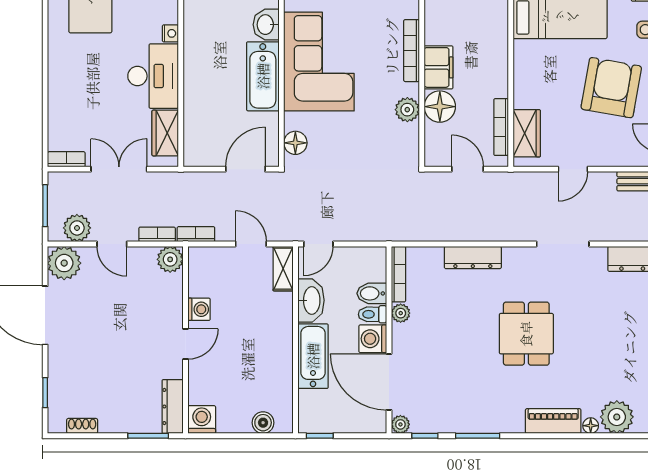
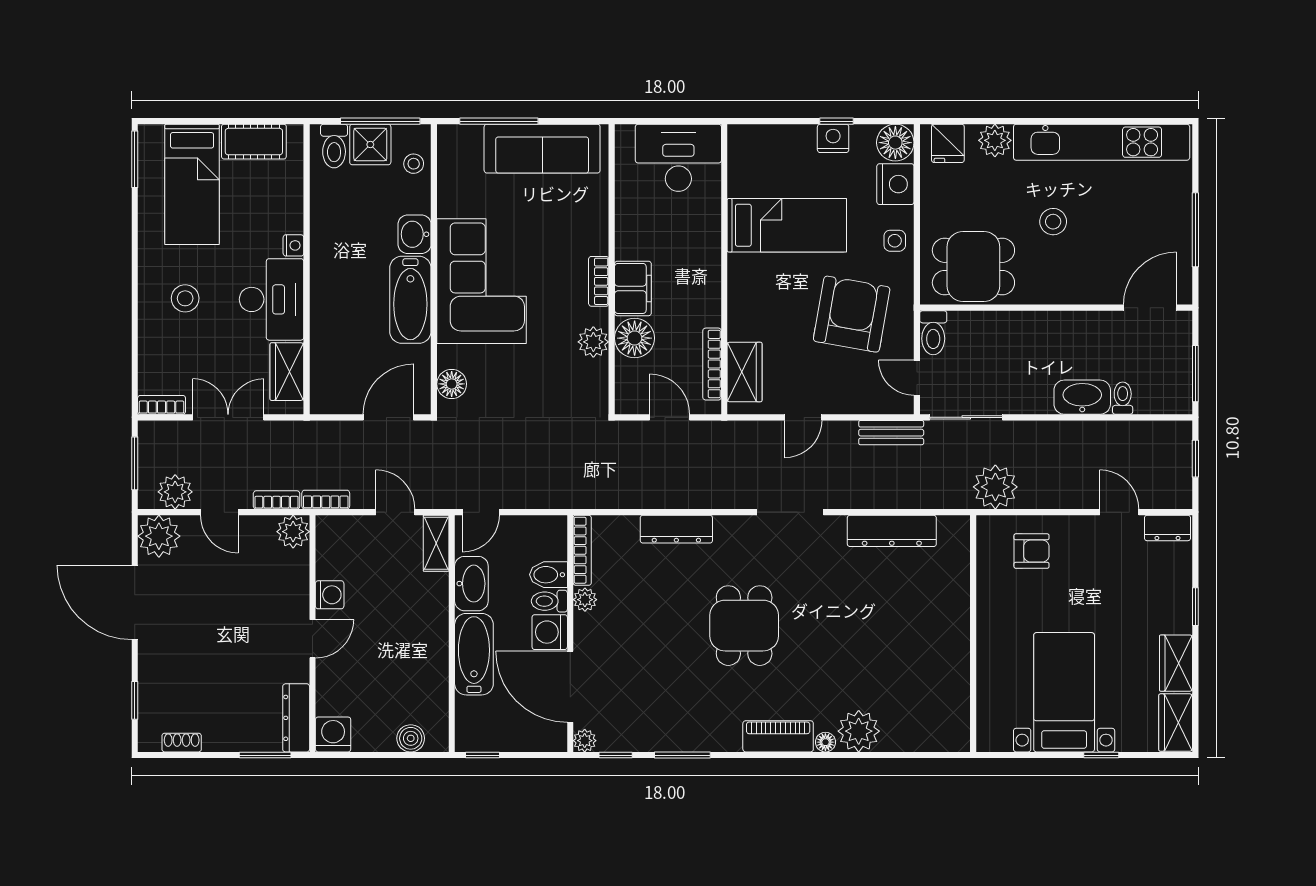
bookcase: (412, 51) -> (599, 281), width x0.64
stool: (85, 75) -> (185, 298), added

